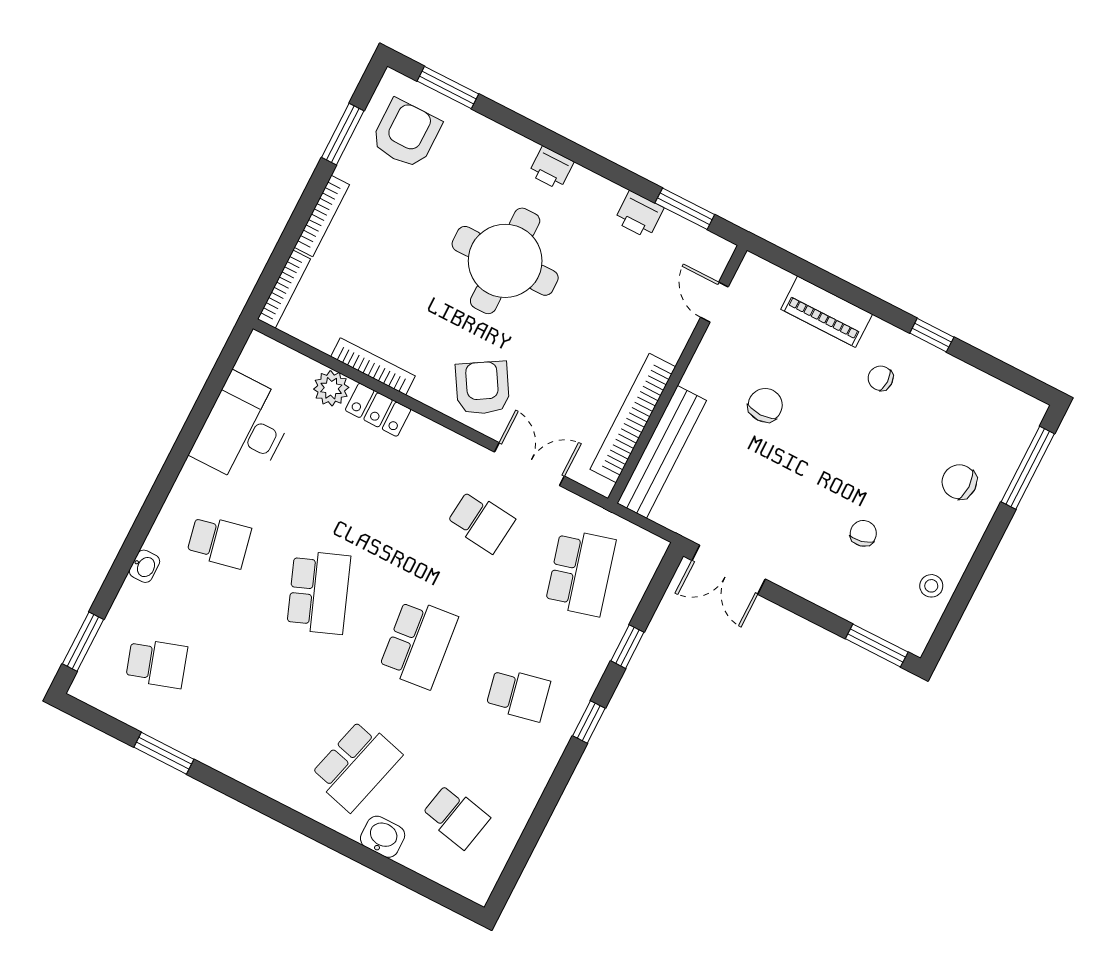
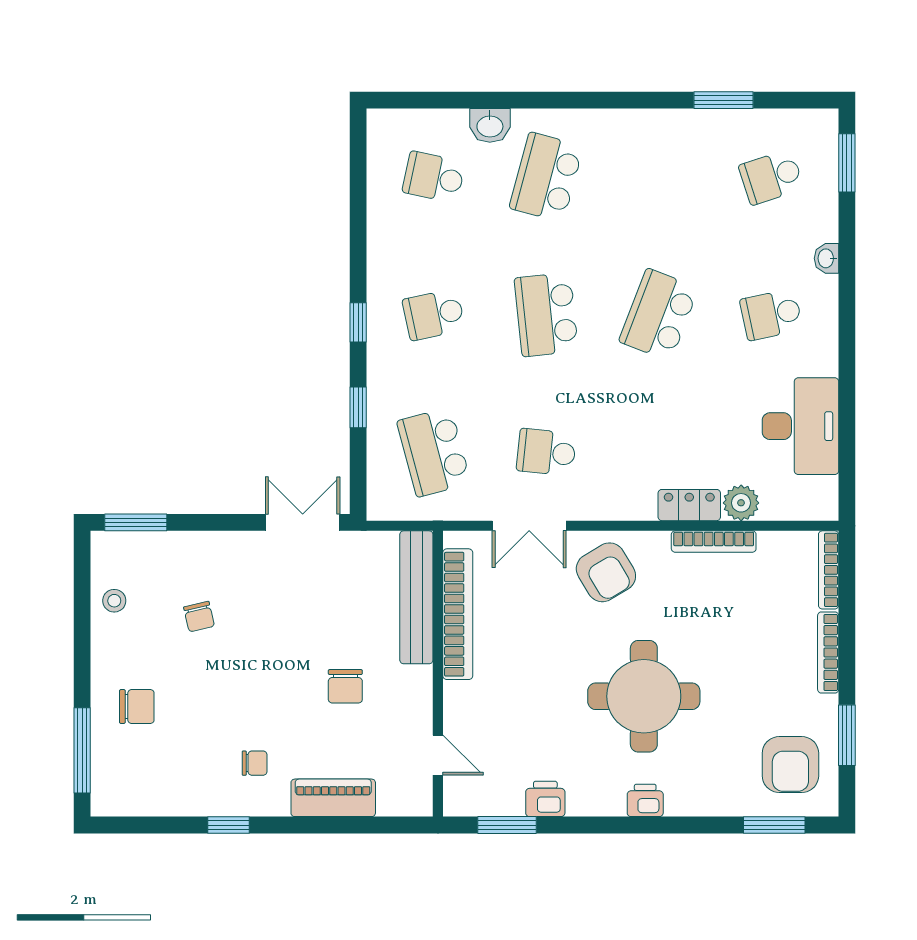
school desk: (319, 592) -> (659, 315), turned 42

